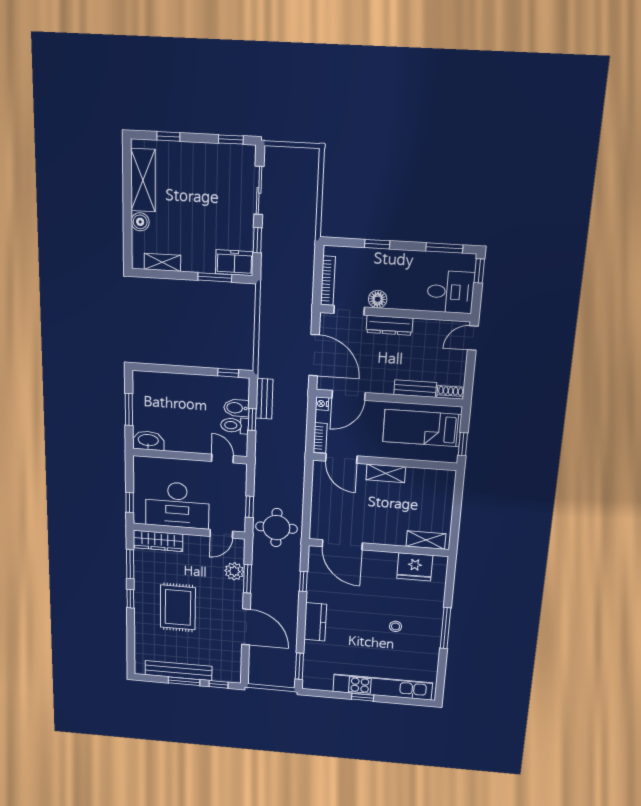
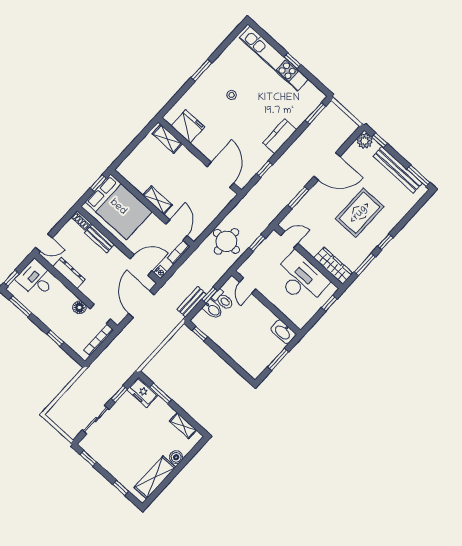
dresser: (389, 325) -> (69, 273), moved
bed: (422, 428) -> (118, 207), width x1.50
round table: (276, 528) -> (226, 241), moved
plant: (234, 571) -> (365, 141), moved
door: (246, 627) -> (327, 166), swing flipped
window: (445, 628) -> (201, 70), width x0.69
window: (184, 681) -> (419, 176), moved

